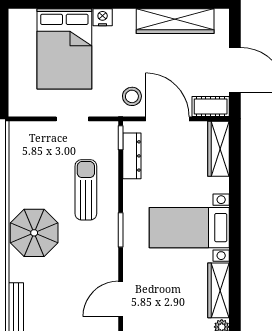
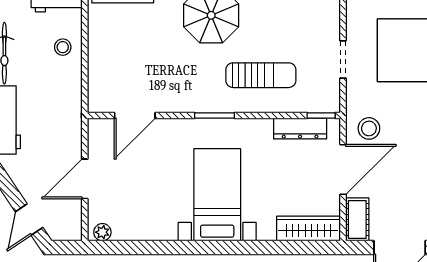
wardrobe: (218, 290) -> (145, 229), removed
door: (121, 299) -> (135, 115), swing flipped

